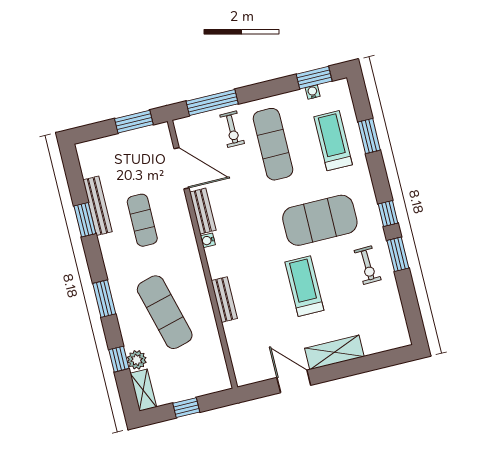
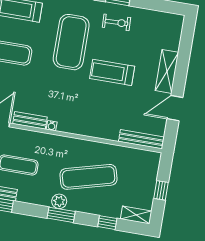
bench: (224, 300) -> (141, 139), moved, width x1.36
plant: (137, 360) -> (59, 201), moved

